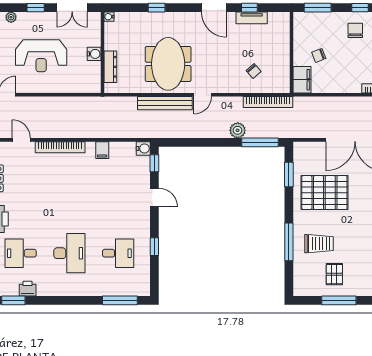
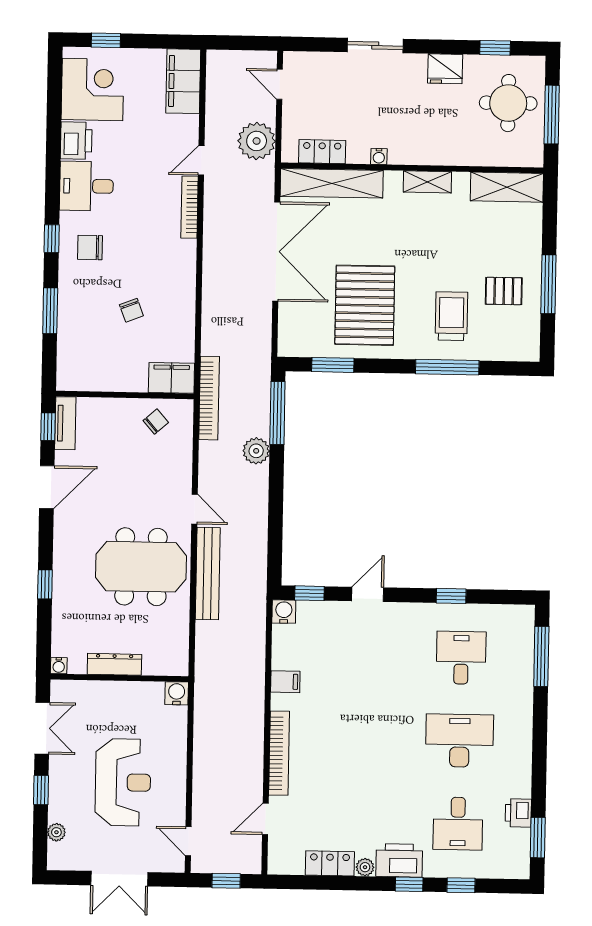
wall: (291, 53) -> (125, 395), moved
water cooler: (94, 54) -> (177, 693), moved
dresser: (110, 67) -> (114, 664), moved
filing cabinet: (302, 80) -> (171, 378), moved

